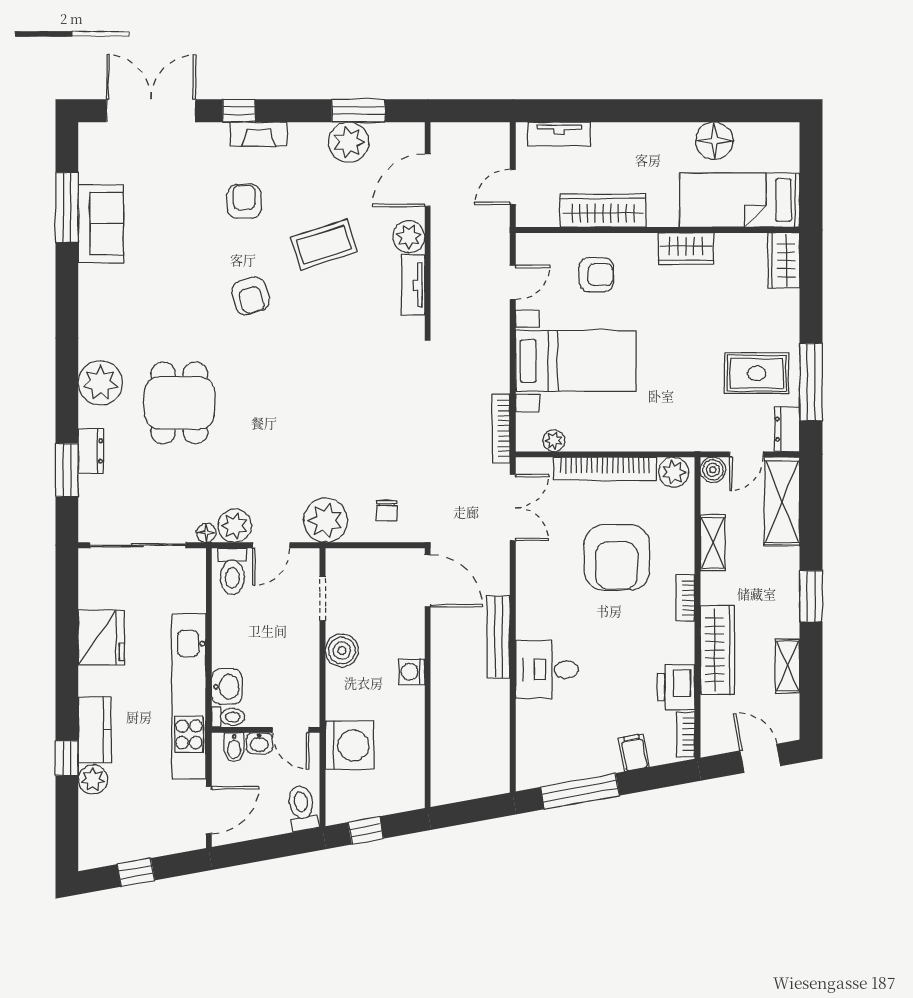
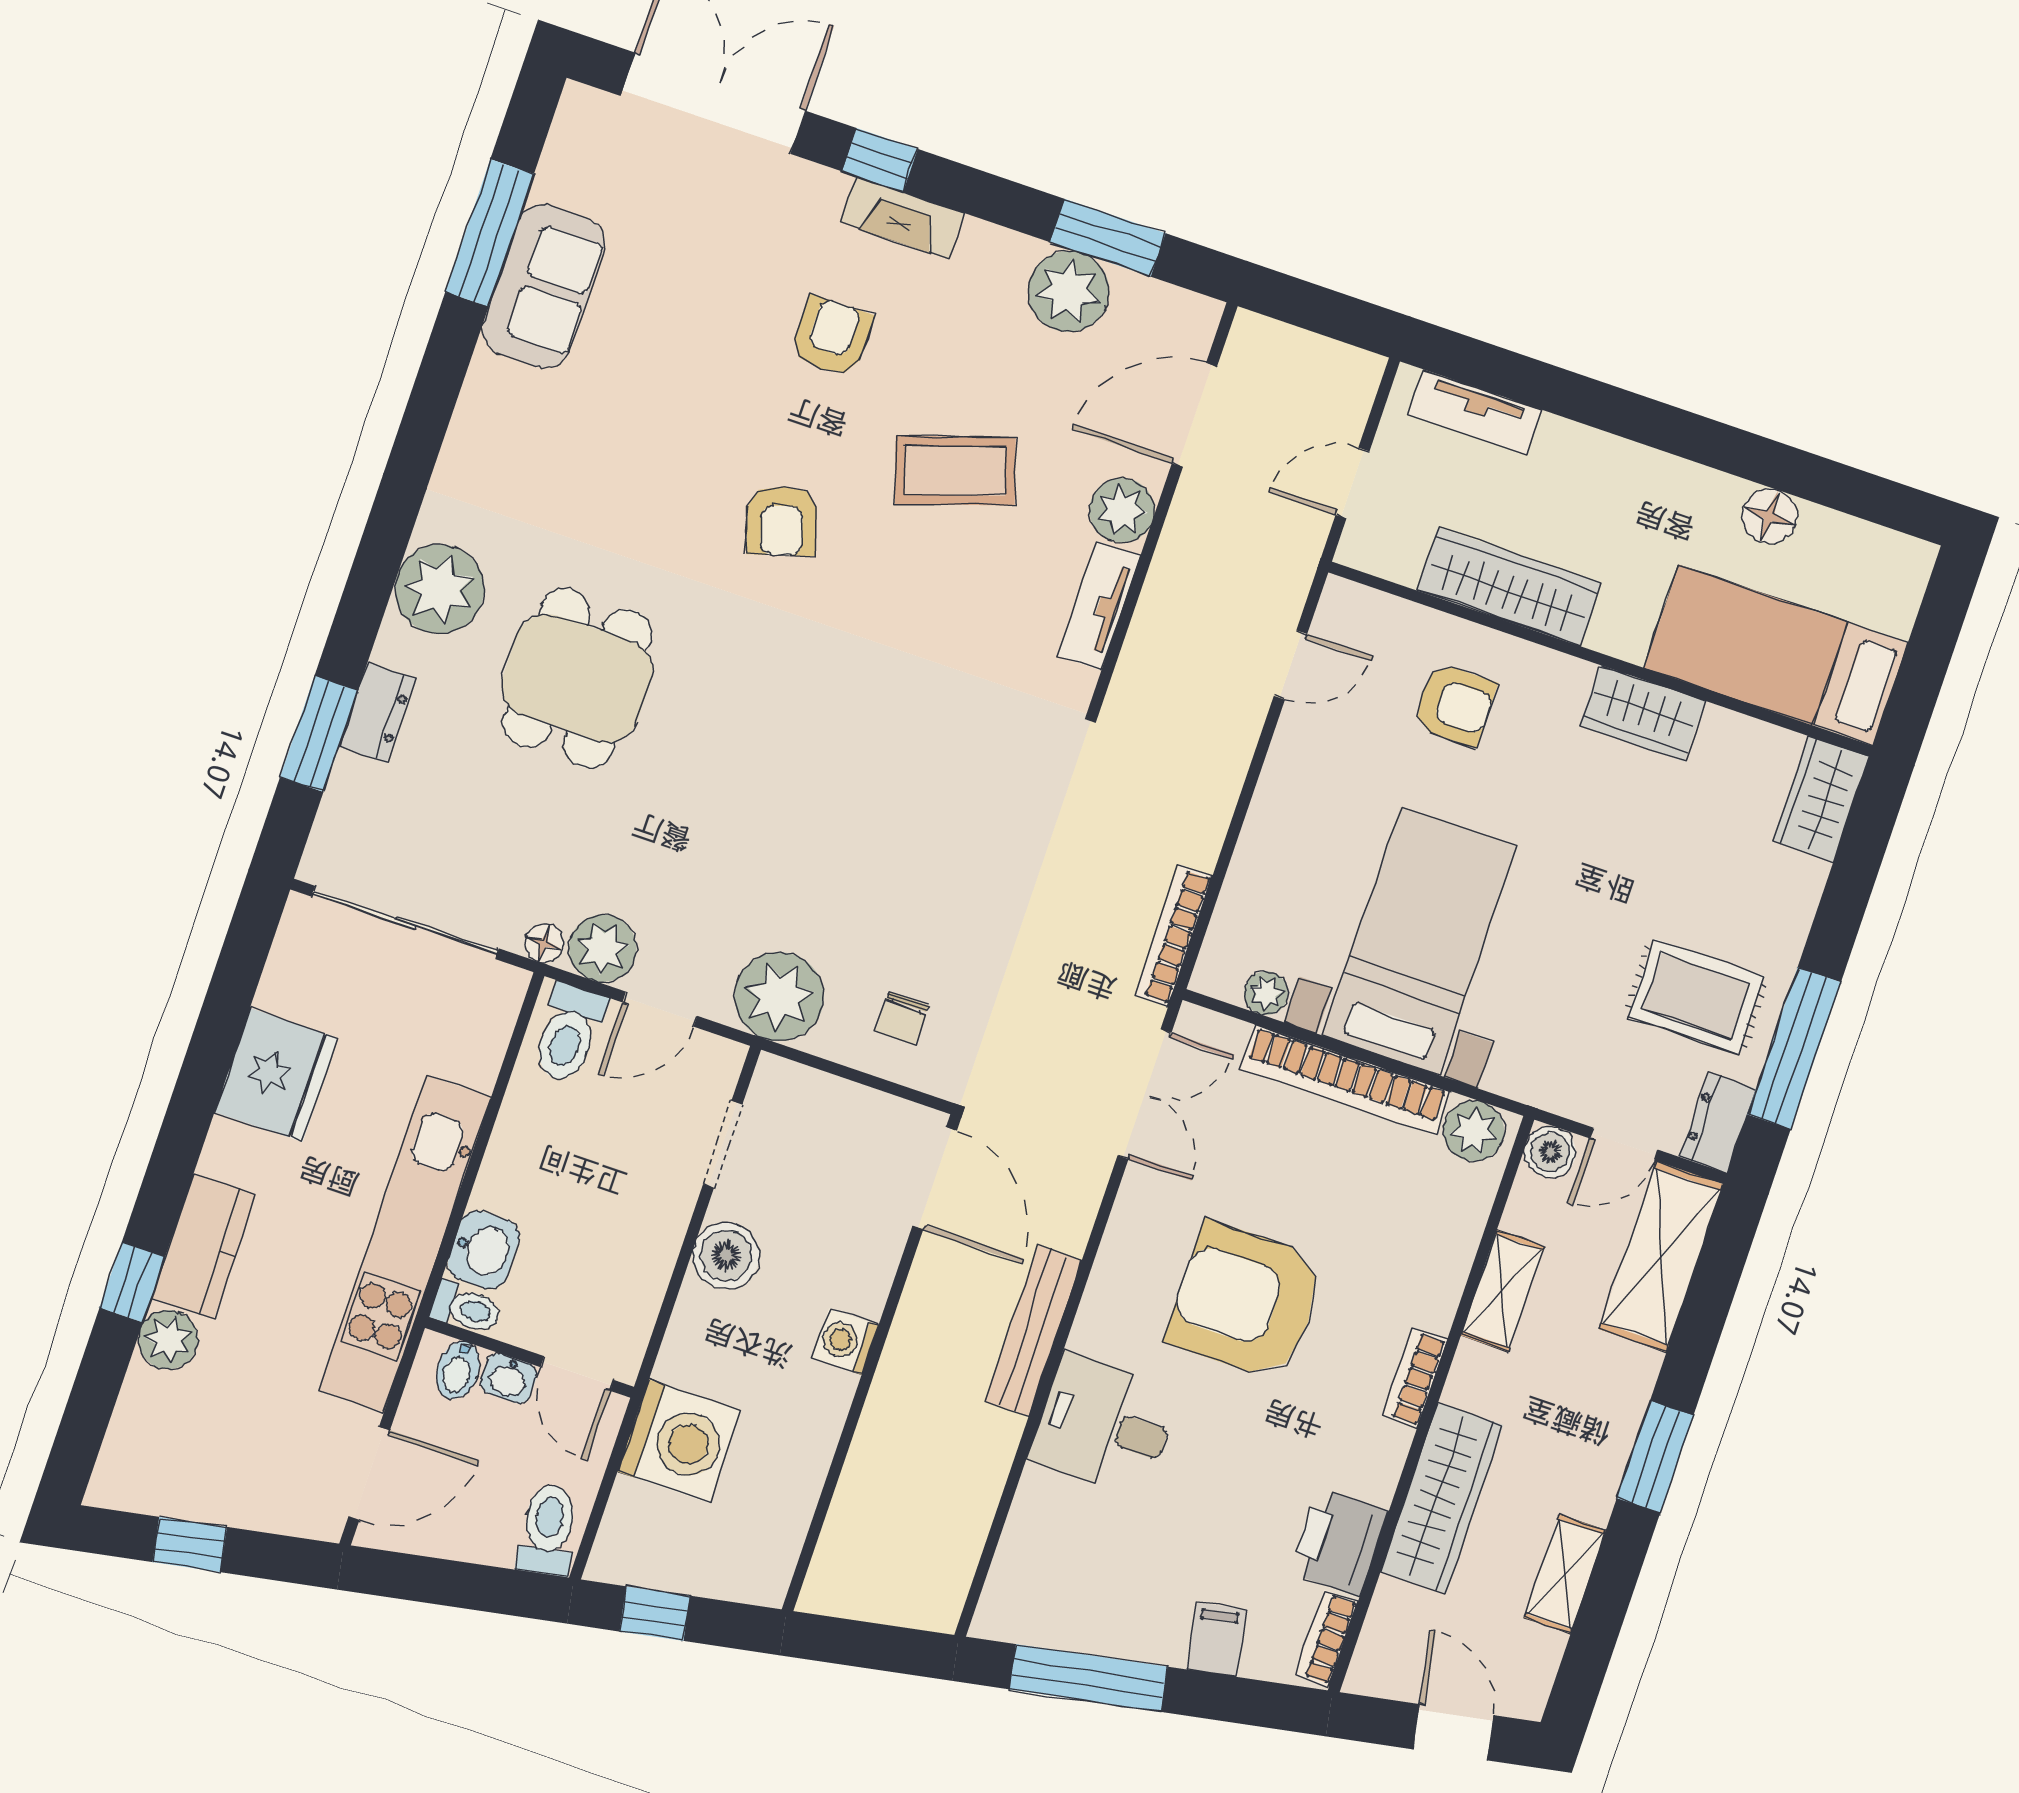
floor lamp: (714, 141) -> (1769, 516), width x0.73, depth x0.73
bed with nightstands: (576, 361) -> (1420, 941), moved, turned -90
armchair: (617, 557) -> (1246, 1301), moved, turned 90

